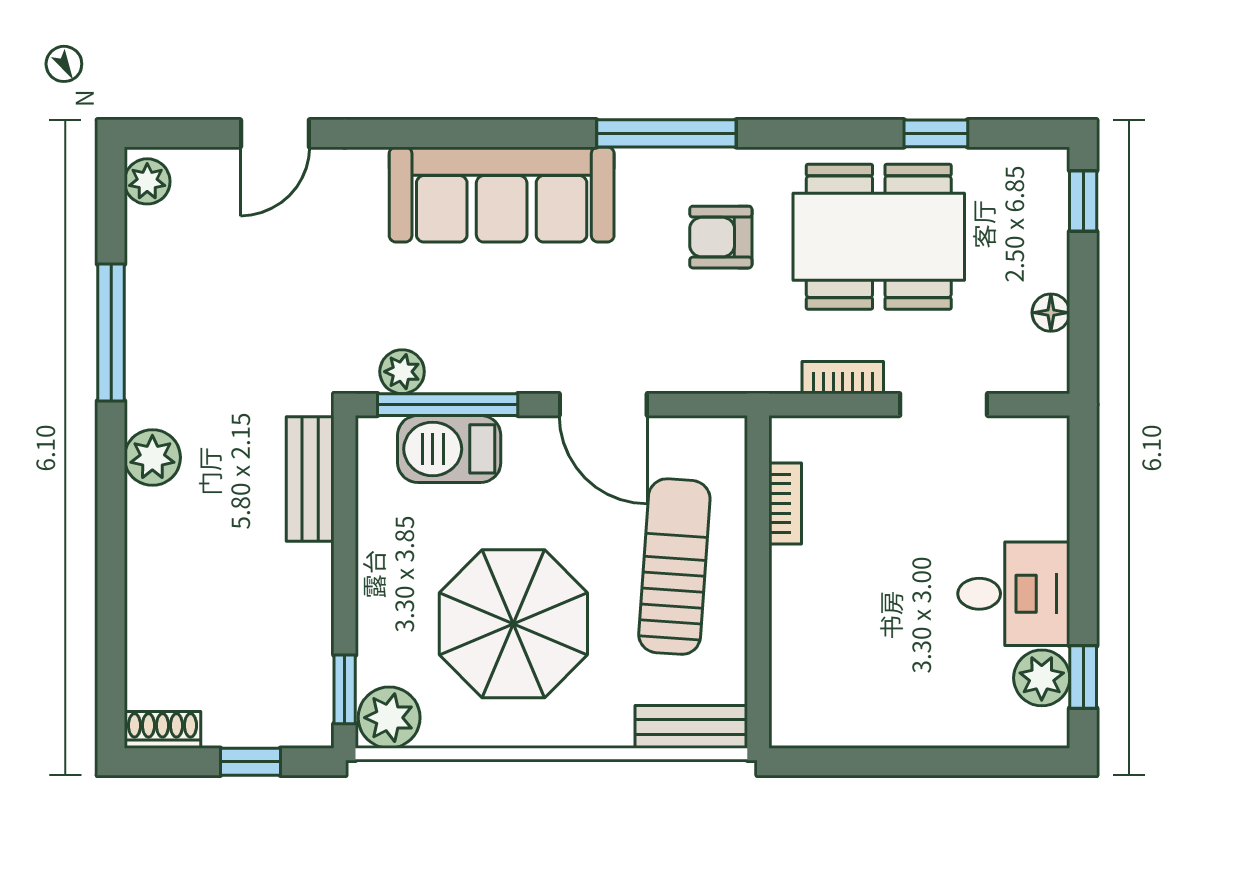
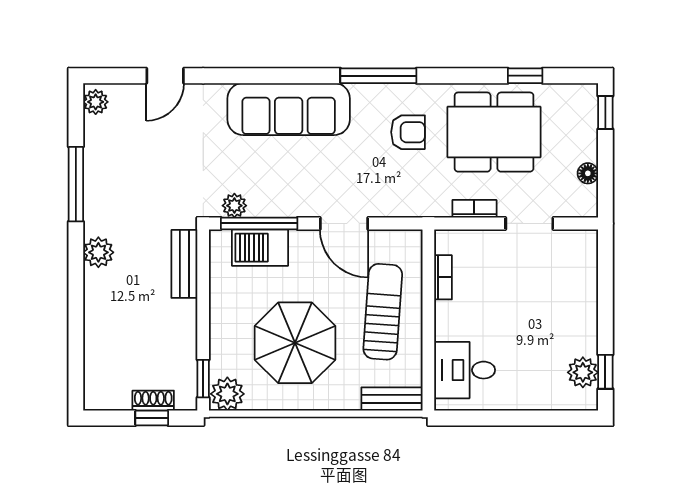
armchair: (721, 237) -> (408, 132), turned 180
desk: (1014, 594) -> (465, 370), moved, turned 180
shoe rack: (162, 730) -> (153, 401), moved

